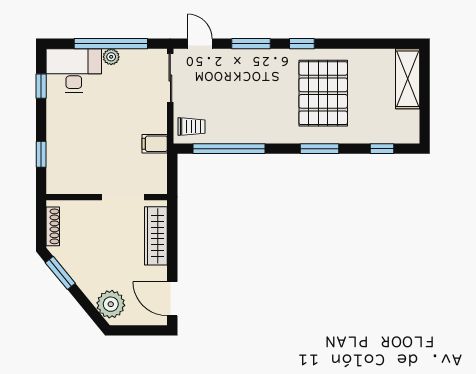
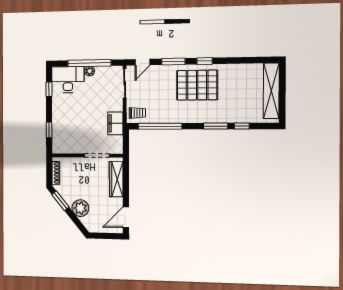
door: (200, 44) -> (142, 62), swing flipped
shelving: (408, 79) -> (271, 91), width x1.47
pallet: (323, 93) -> (197, 85), moved, turned 90
filing cabinet: (155, 144) -> (115, 123), width x2.00
window: (382, 149) -> (242, 126), moved
door: (172, 299) -> (126, 217), hinge flipped
plant: (111, 304) -> (80, 208), moved

